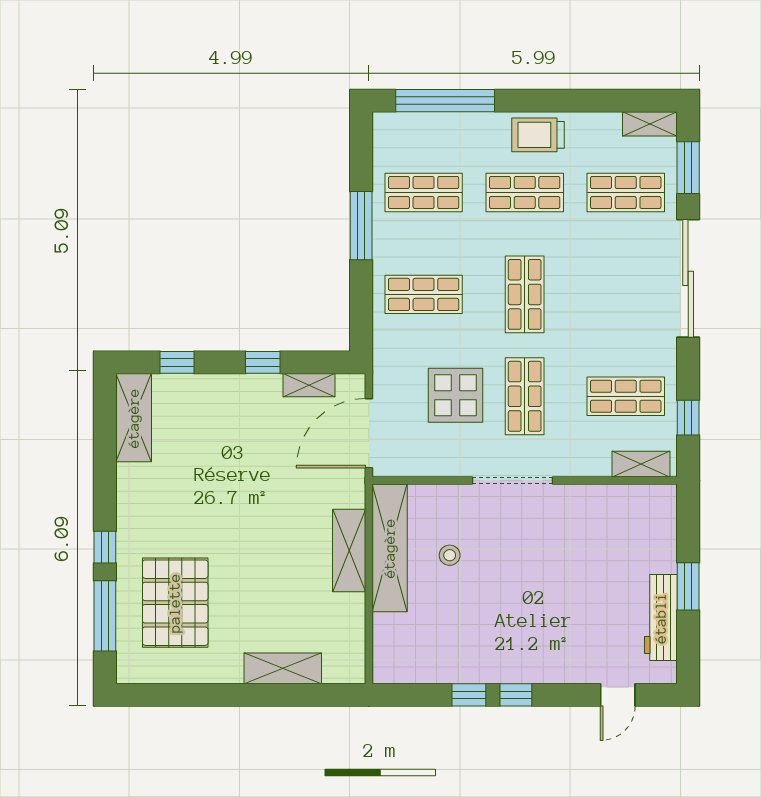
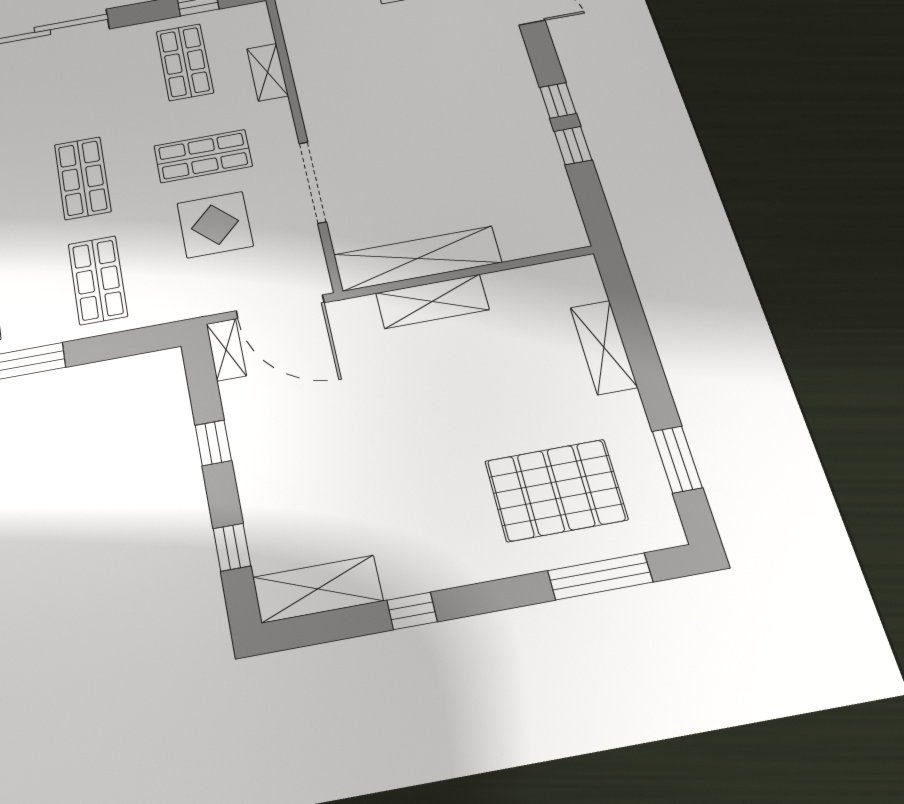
shop shelf: (525, 294) -> (83, 178), turned 90
shelving: (309, 385) -> (226, 350), moved
shelving: (641, 464) -> (267, 72), moved
doorway: (512, 480) -> (313, 182), moved
window: (105, 547) -> (412, 611), moved
stool: (450, 555) -> (410, 195), removed
window: (182, 695) -> (677, 459), added

